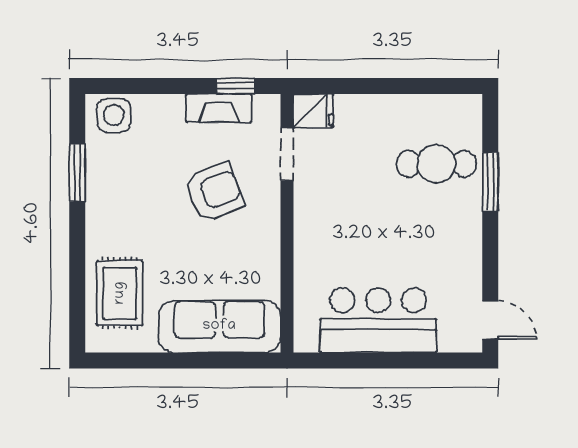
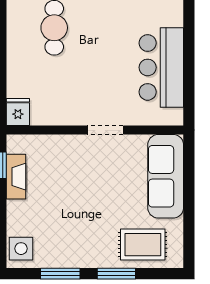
doorway: (287, 154) -> (105, 130), moved
armchair: (214, 192) -> (74, 180), removed
window: (77, 254) -> (116, 274), added

